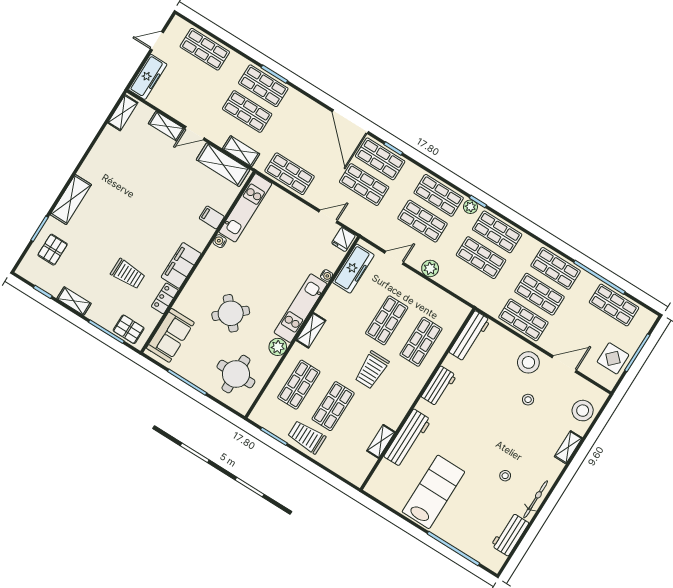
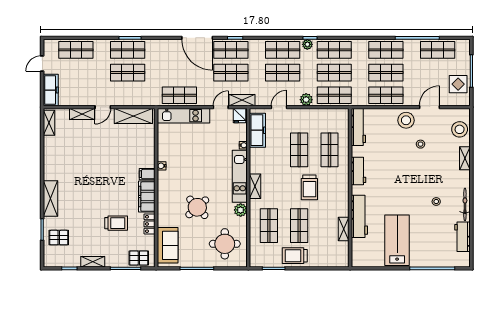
shelving: (241, 151) -> (242, 100), moved
kitchen unit: (245, 208) -> (183, 116), moved, turned 90
filing cabinet: (212, 217) -> (147, 174), moved
pallet: (53, 250) -> (59, 238), turned 90
shop shelf: (465, 283) -> (334, 95), added

